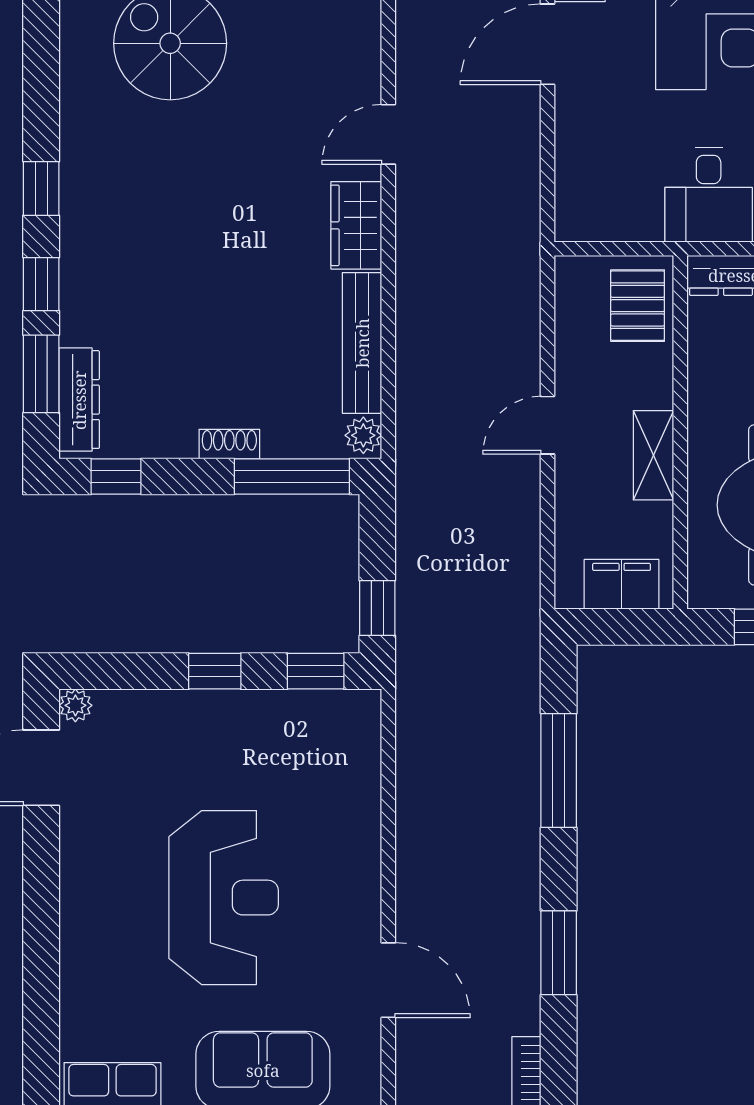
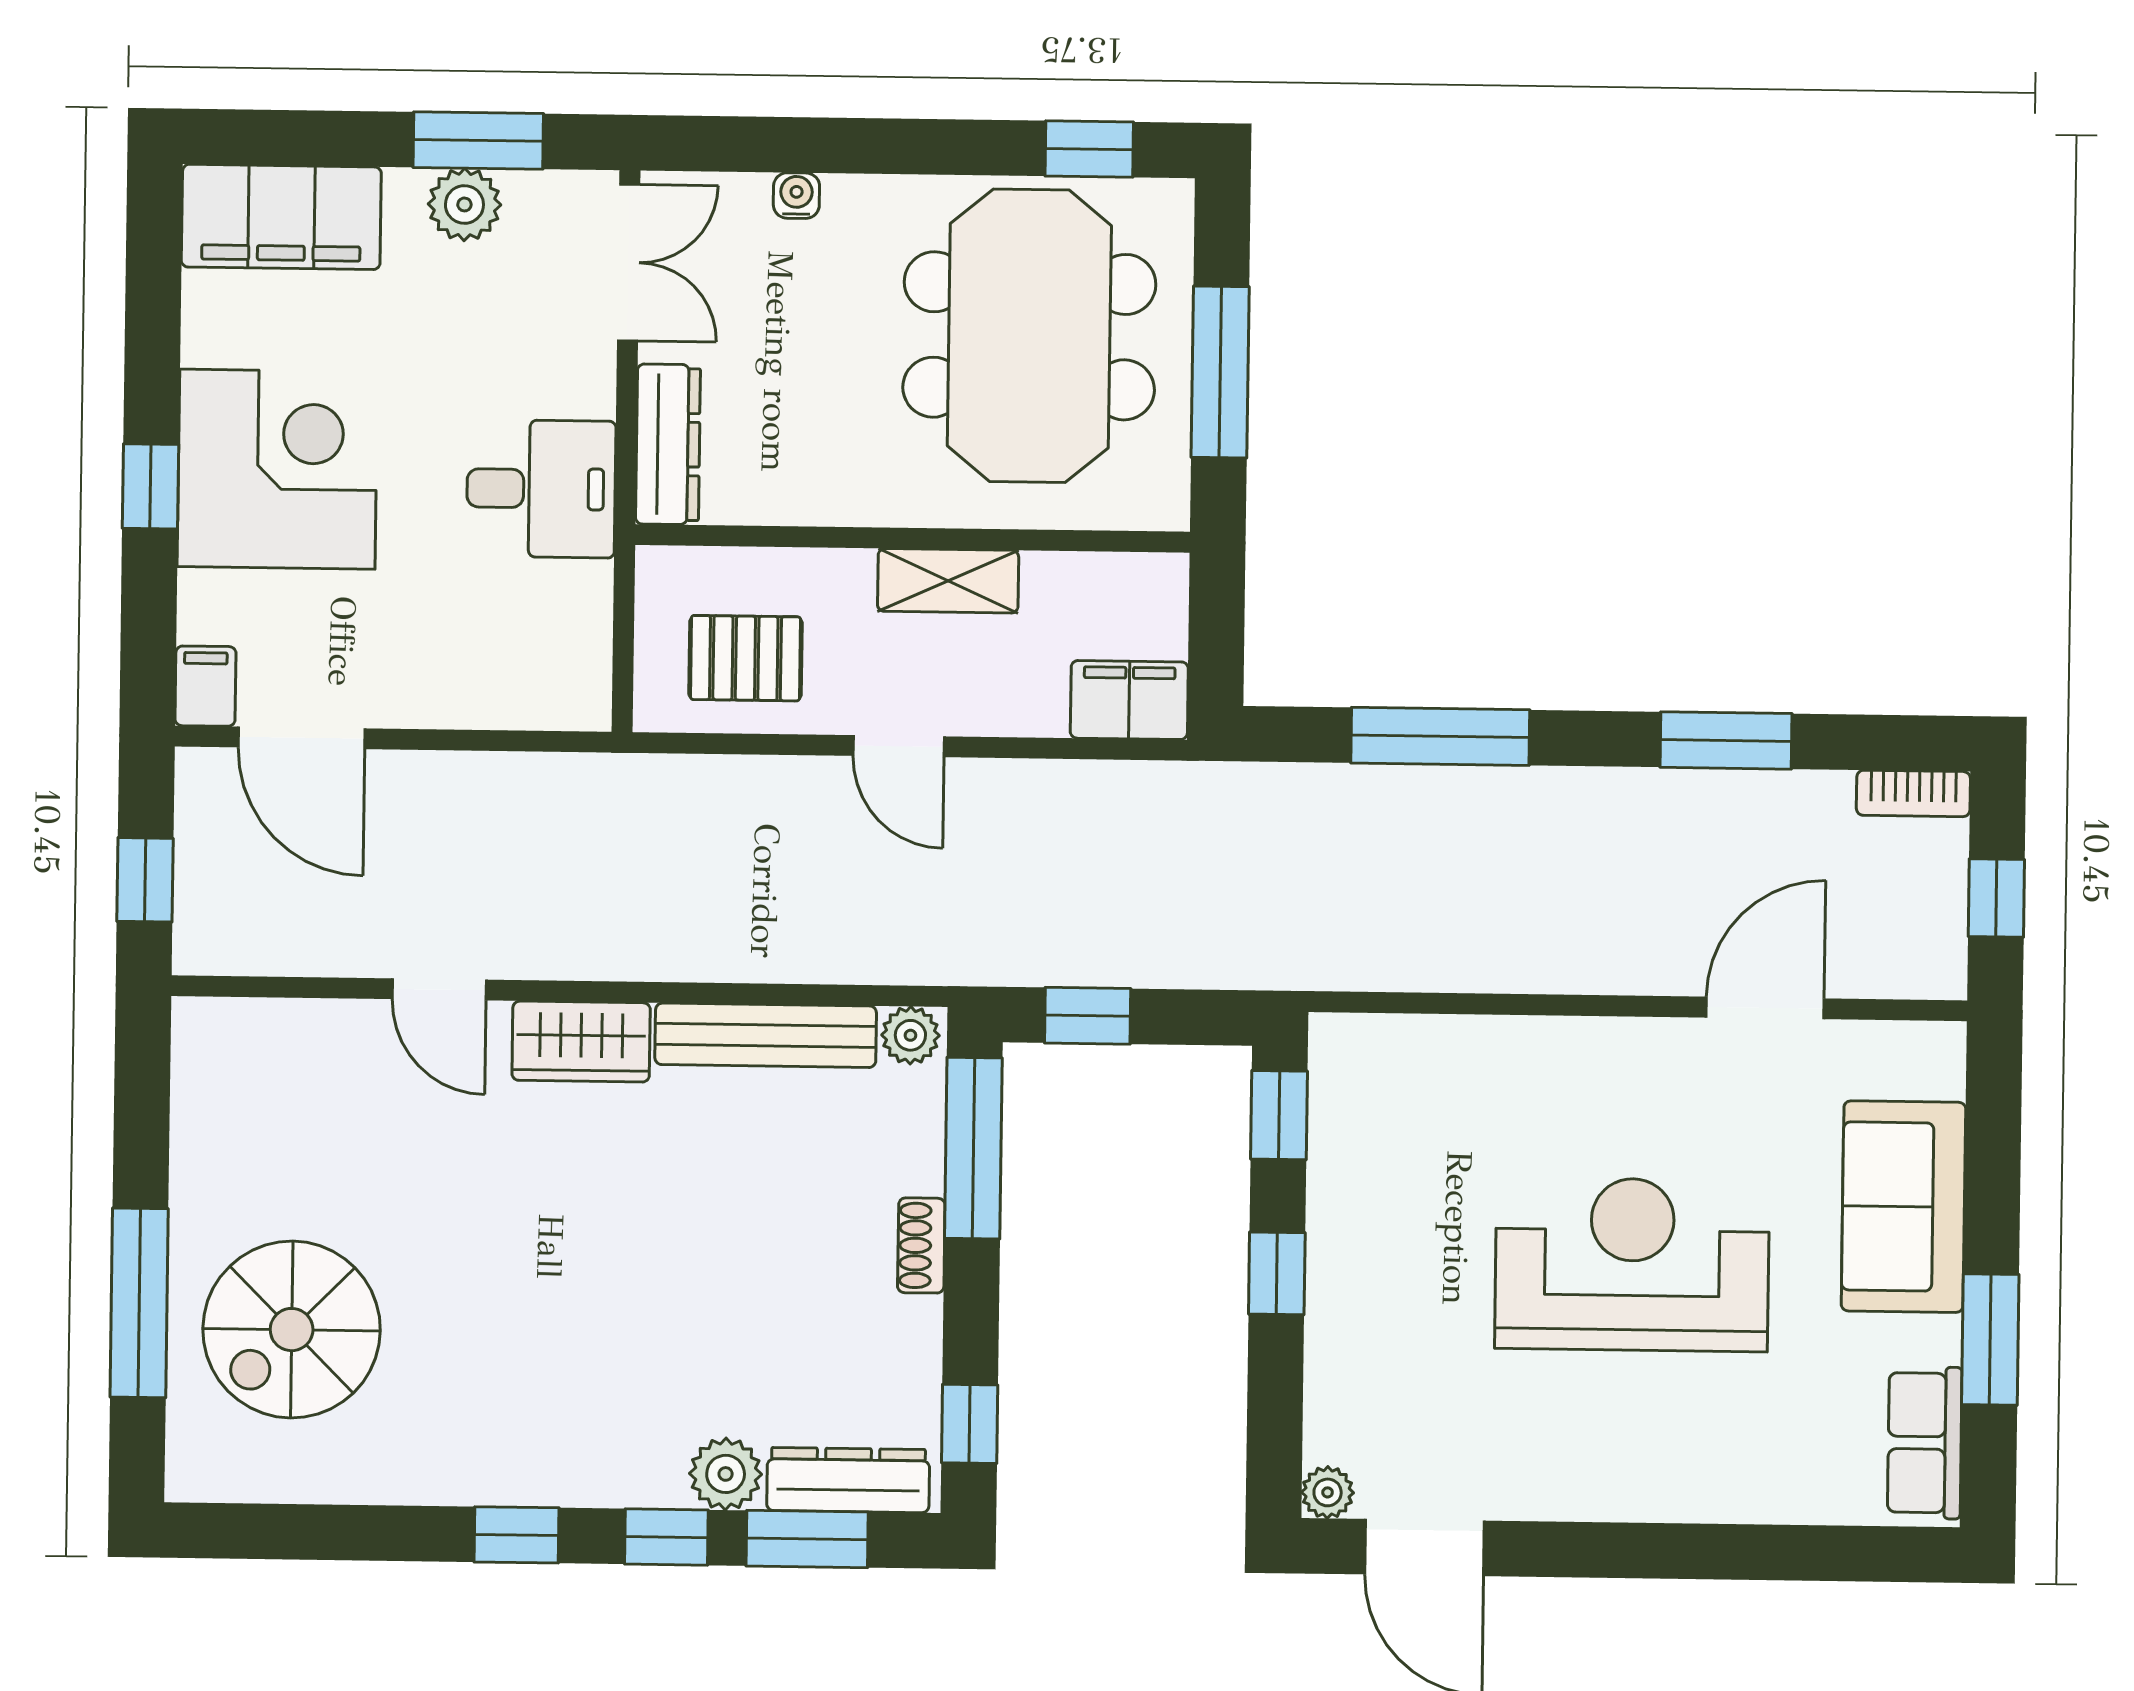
pallet: (638, 306) -> (745, 658), moved
plant: (82, 321) -> (726, 1474), added
filing cabinet: (622, 584) -> (1129, 700), moved, turned 90
window: (377, 608) -> (1088, 1016), moved

